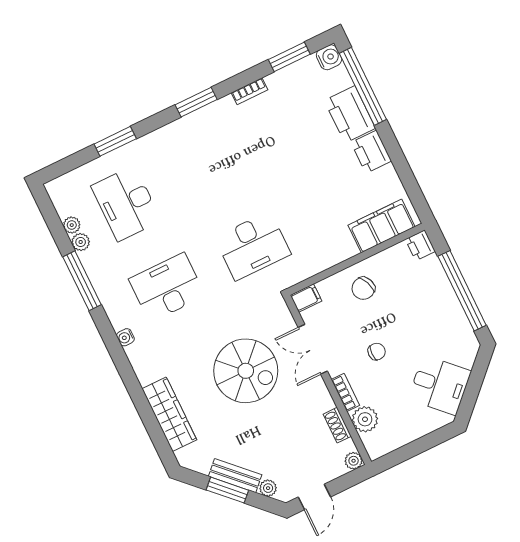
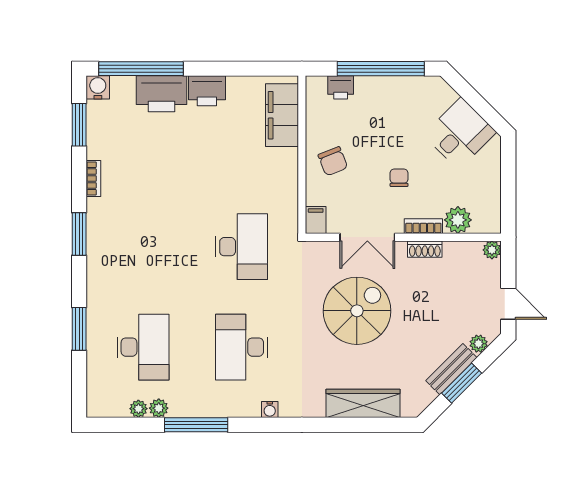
desk: (126, 203) -> (143, 347), turned -90
printer: (420, 245) -> (341, 87), moved
shoe rack: (337, 425) -> (425, 249), moved

